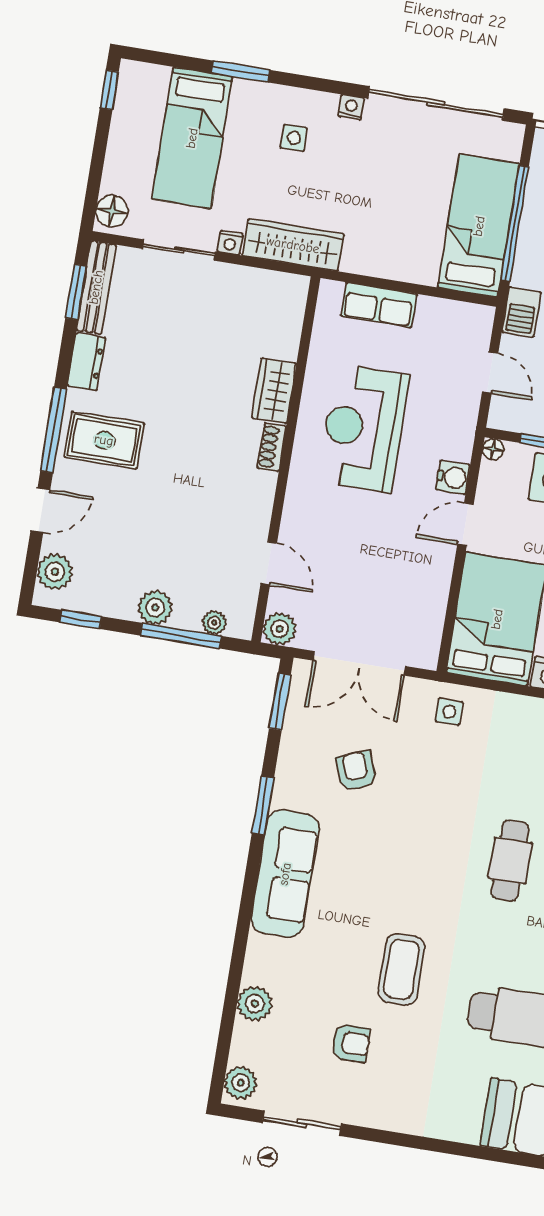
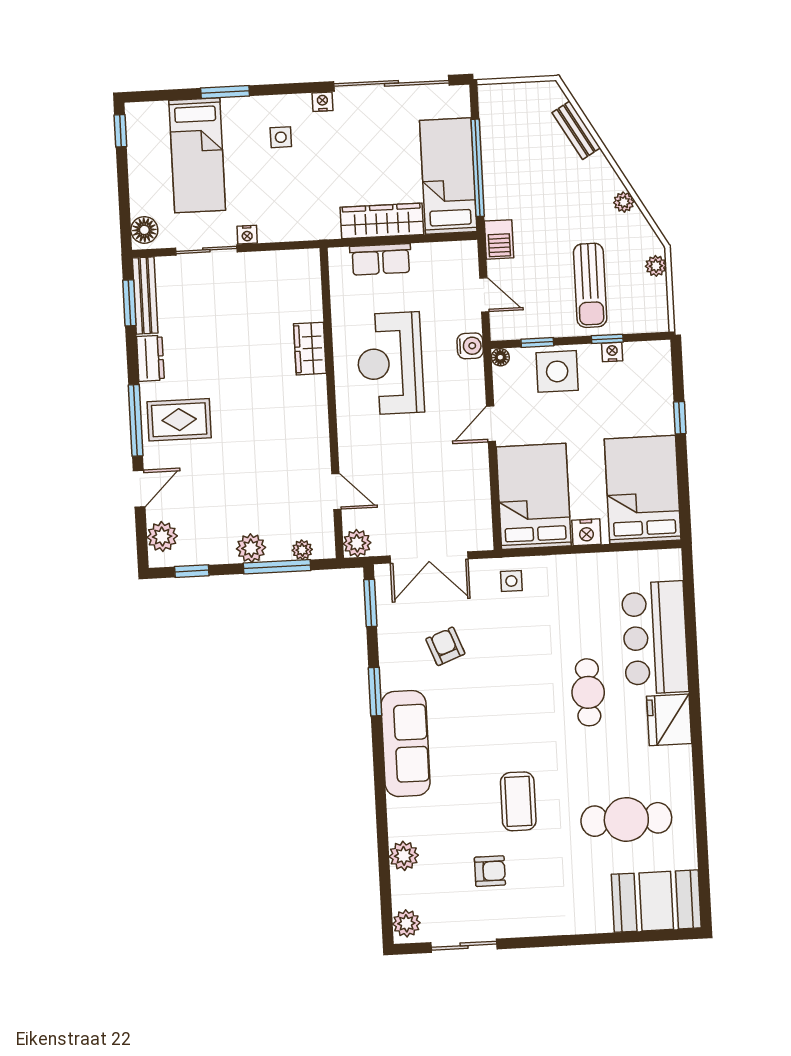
wardrobe: (293, 245) -> (382, 221), moved
shoe rack: (272, 447) -> (318, 395), removed
water cooler: (453, 477) -> (470, 346), moved

